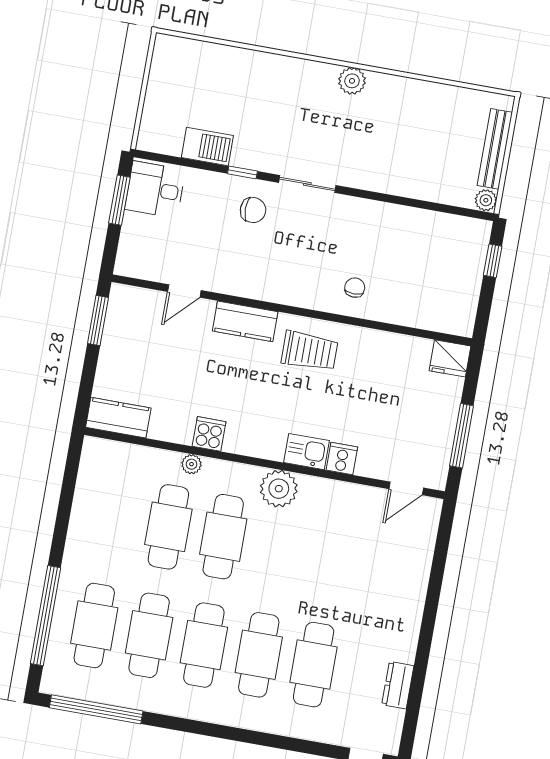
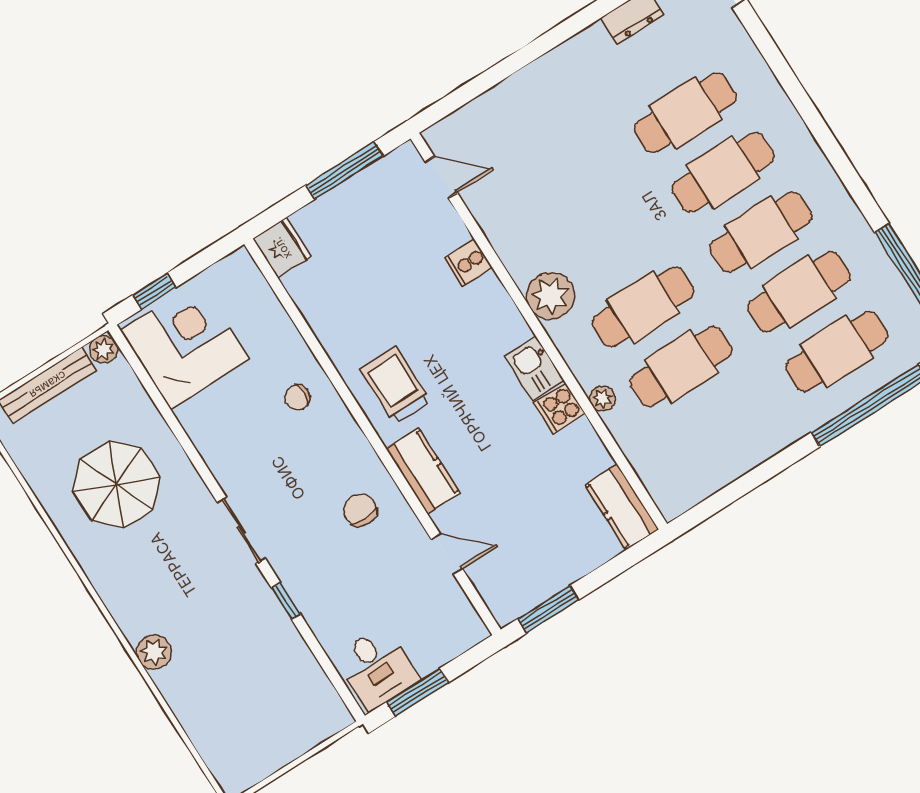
plant: (352, 81) -> (154, 652), moved
parasol: (401, 136) -> (116, 484), added
barbecue: (207, 147) -> (292, 656), removed
chair: (253, 210) -> (360, 510), moved
corner desk: (445, 250) -> (185, 345), added
kitchen sink: (306, 452) -> (534, 368), moved

